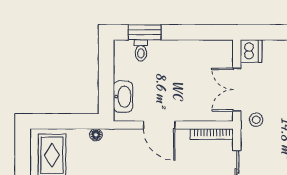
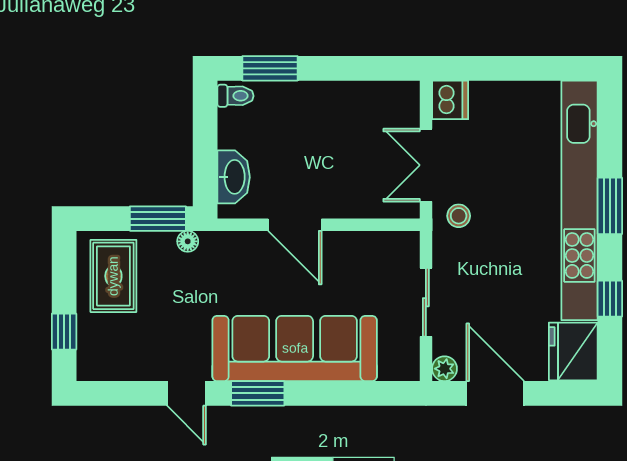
toilet: (141, 50) -> (235, 96), moved, turned -90
window: (78, 121) -> (158, 219), added
bookcase: (212, 134) -> (384, 240), removed

